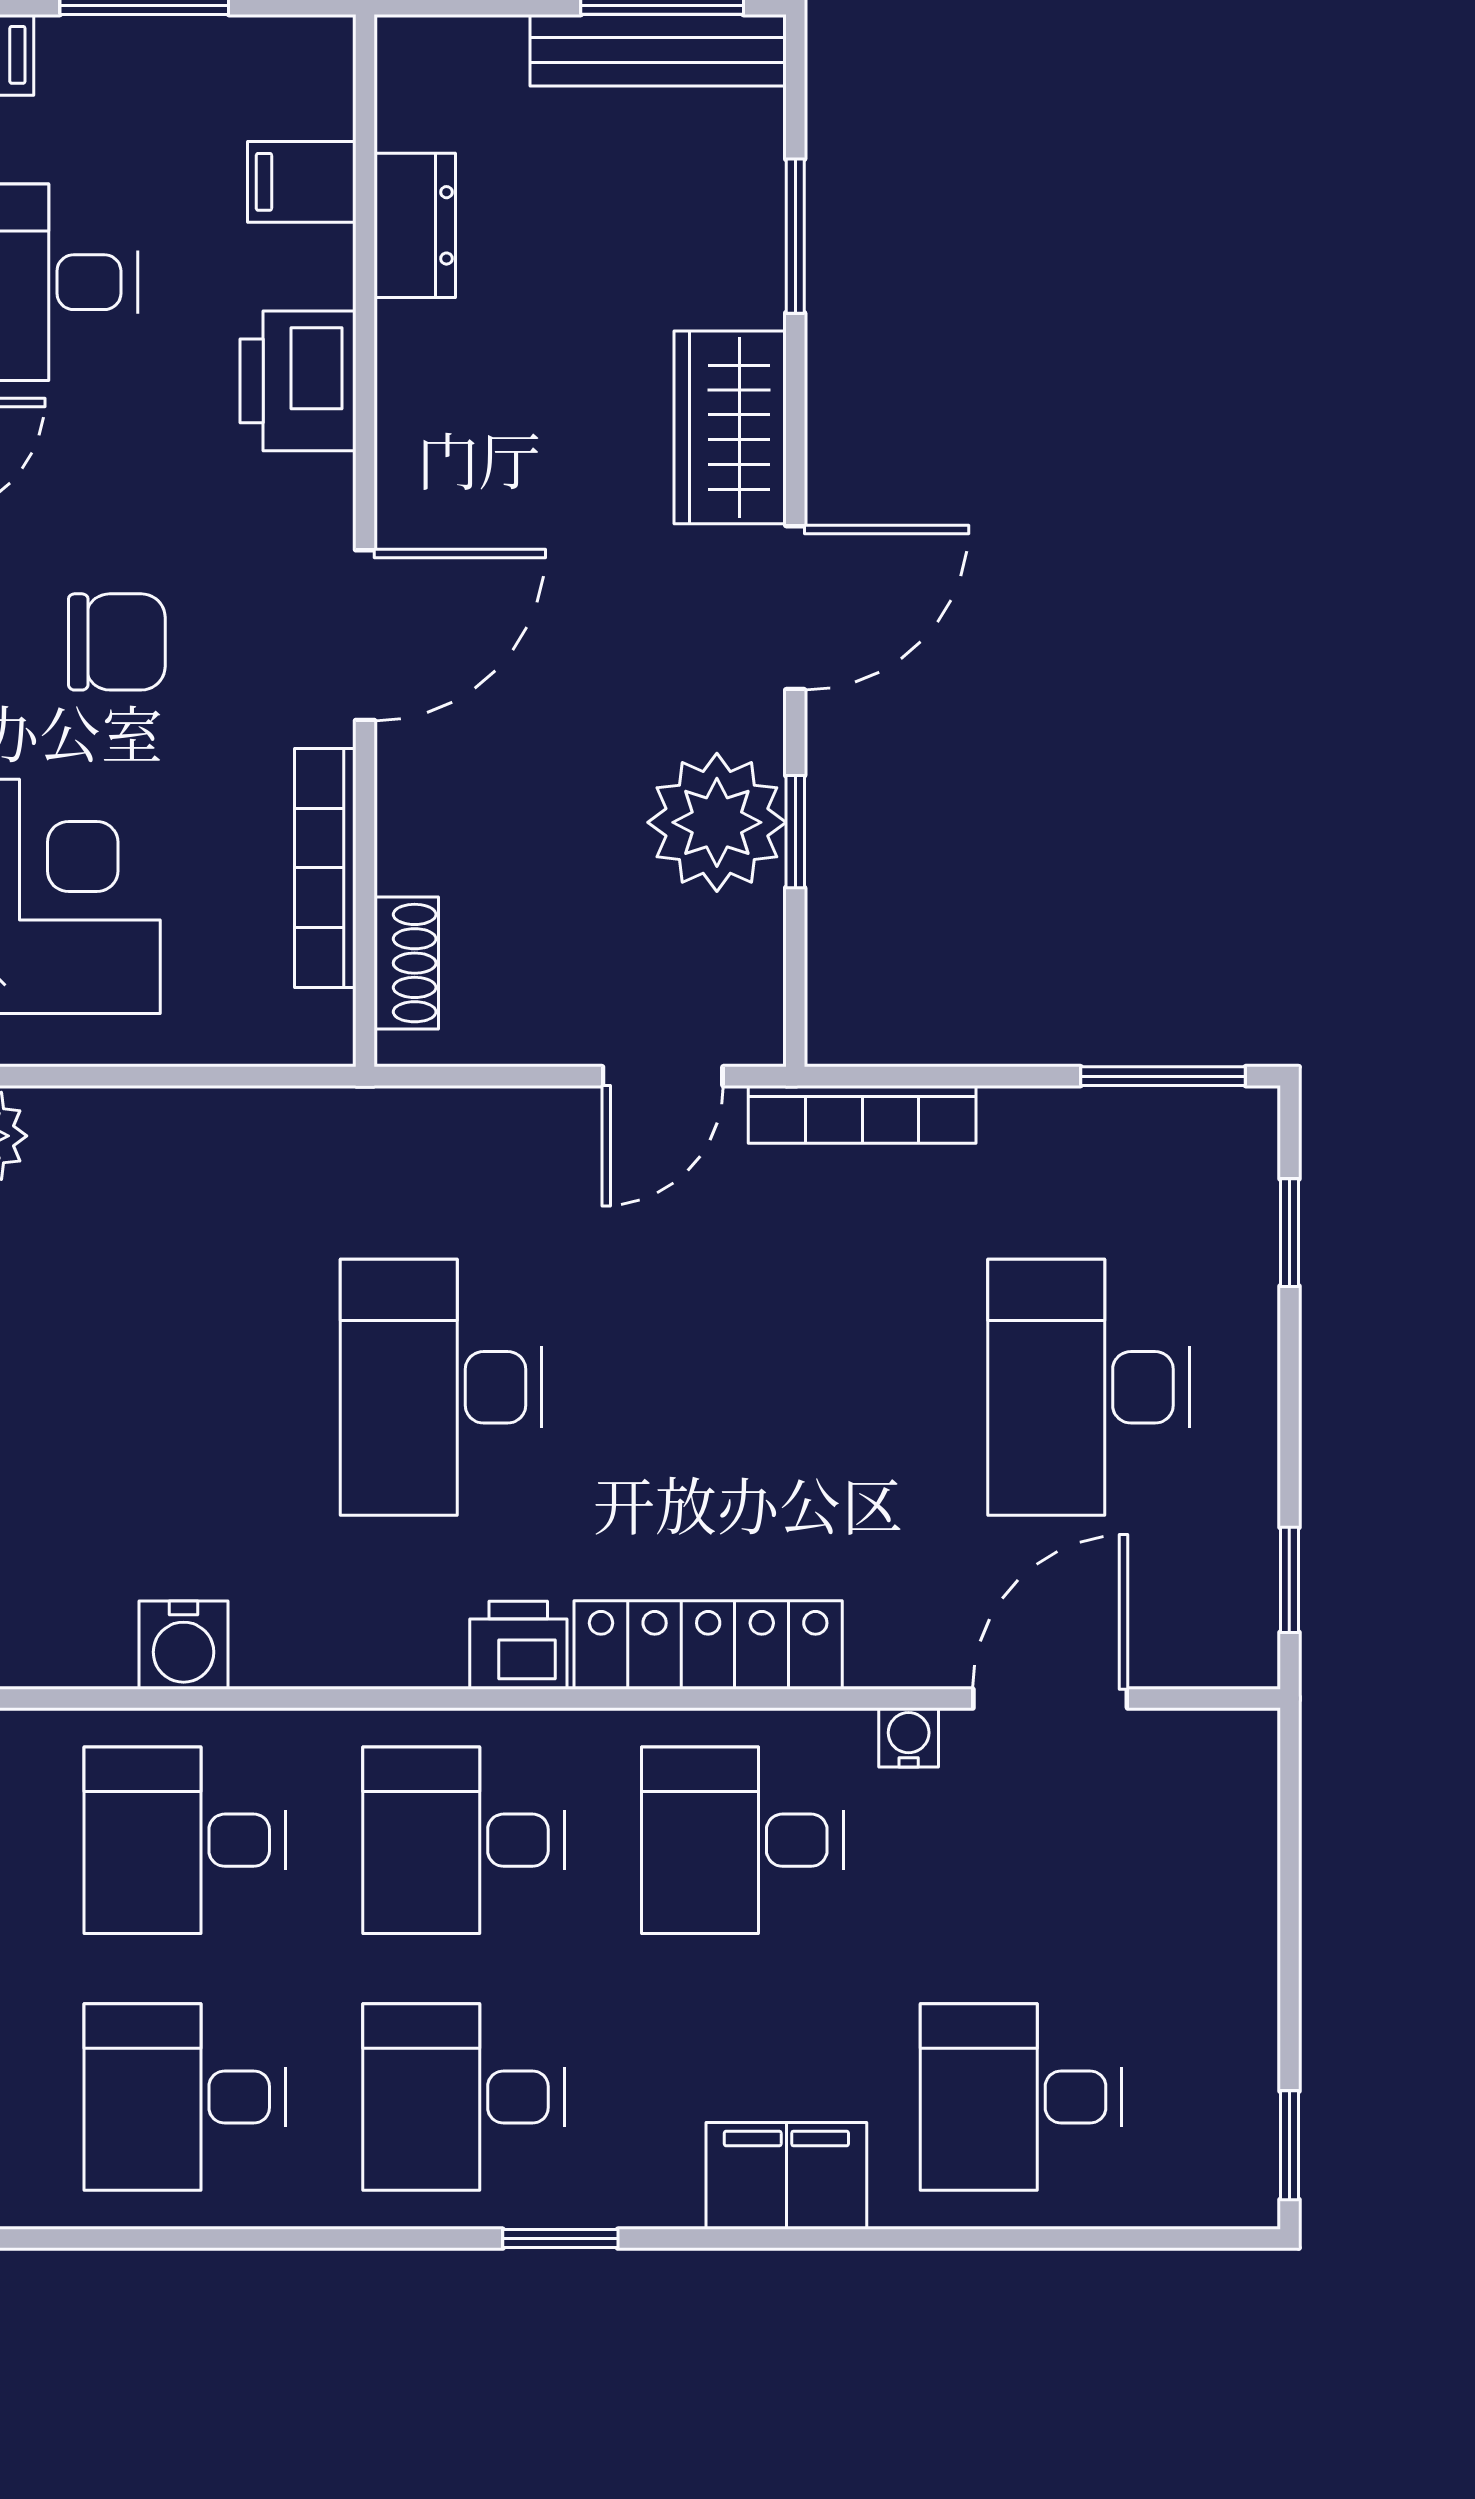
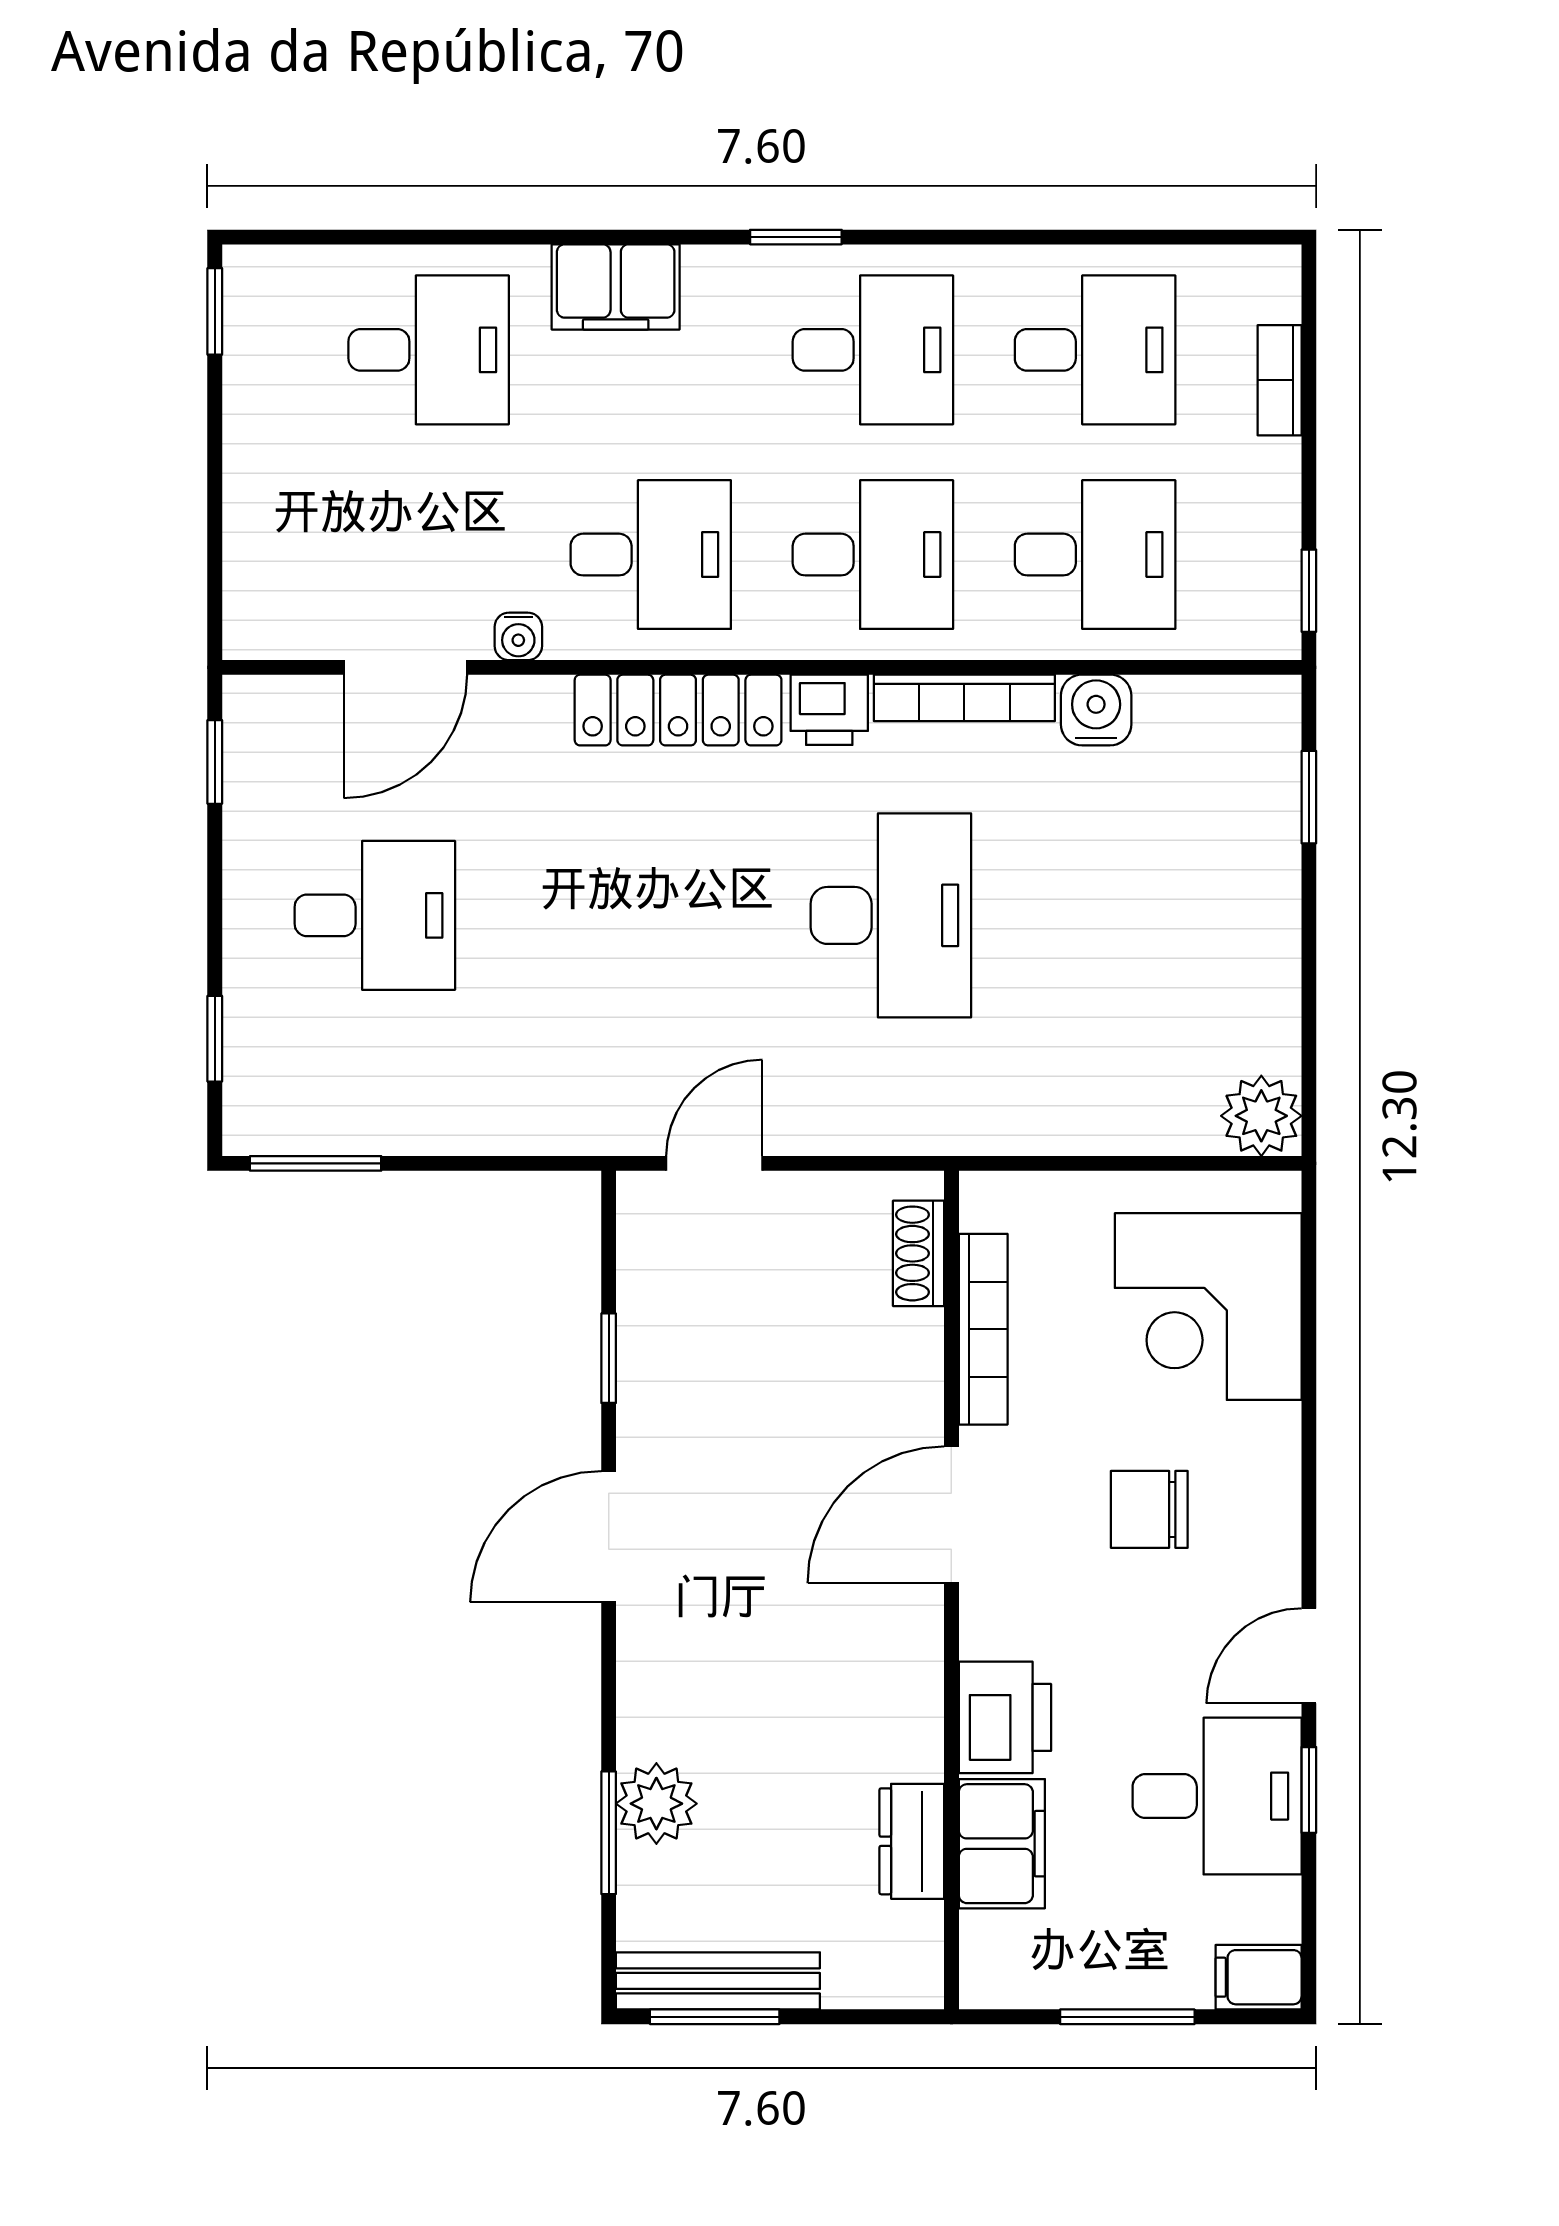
filing cabinet: (302, 182) -> (1002, 1844), width x2.00
wardrobe: (730, 427) -> (661, 1680), removed
plant: (717, 822) -> (656, 1804), moved, width x0.73, depth x0.73
bookcase: (862, 1114) -> (964, 698), moved, turned 180
desk: (1089, 1387) -> (375, 915), width x0.73

